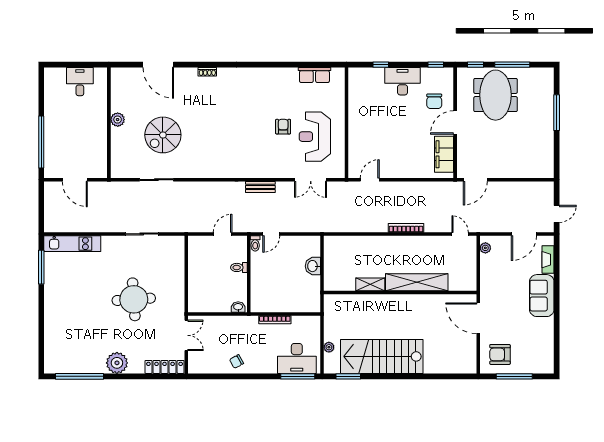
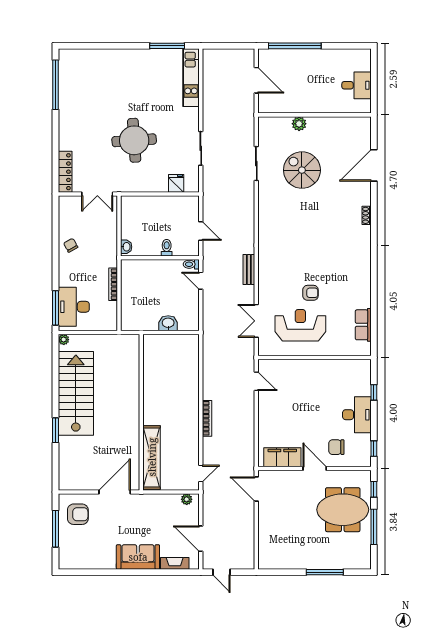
plant: (118, 120) -> (299, 124), moved
door: (75, 180) -> (256, 80), swing flipped
fridge: (176, 258) -> (176, 183), added
shelving: (417, 282) -> (152, 457), moved
shelving: (370, 284) -> (149, 382), removed
plant: (329, 347) -> (64, 340), moved
armchair: (500, 354) -> (78, 514), turned 90
plant: (117, 363) -> (69, 123), removed
window: (348, 376) -> (56, 430), moved

